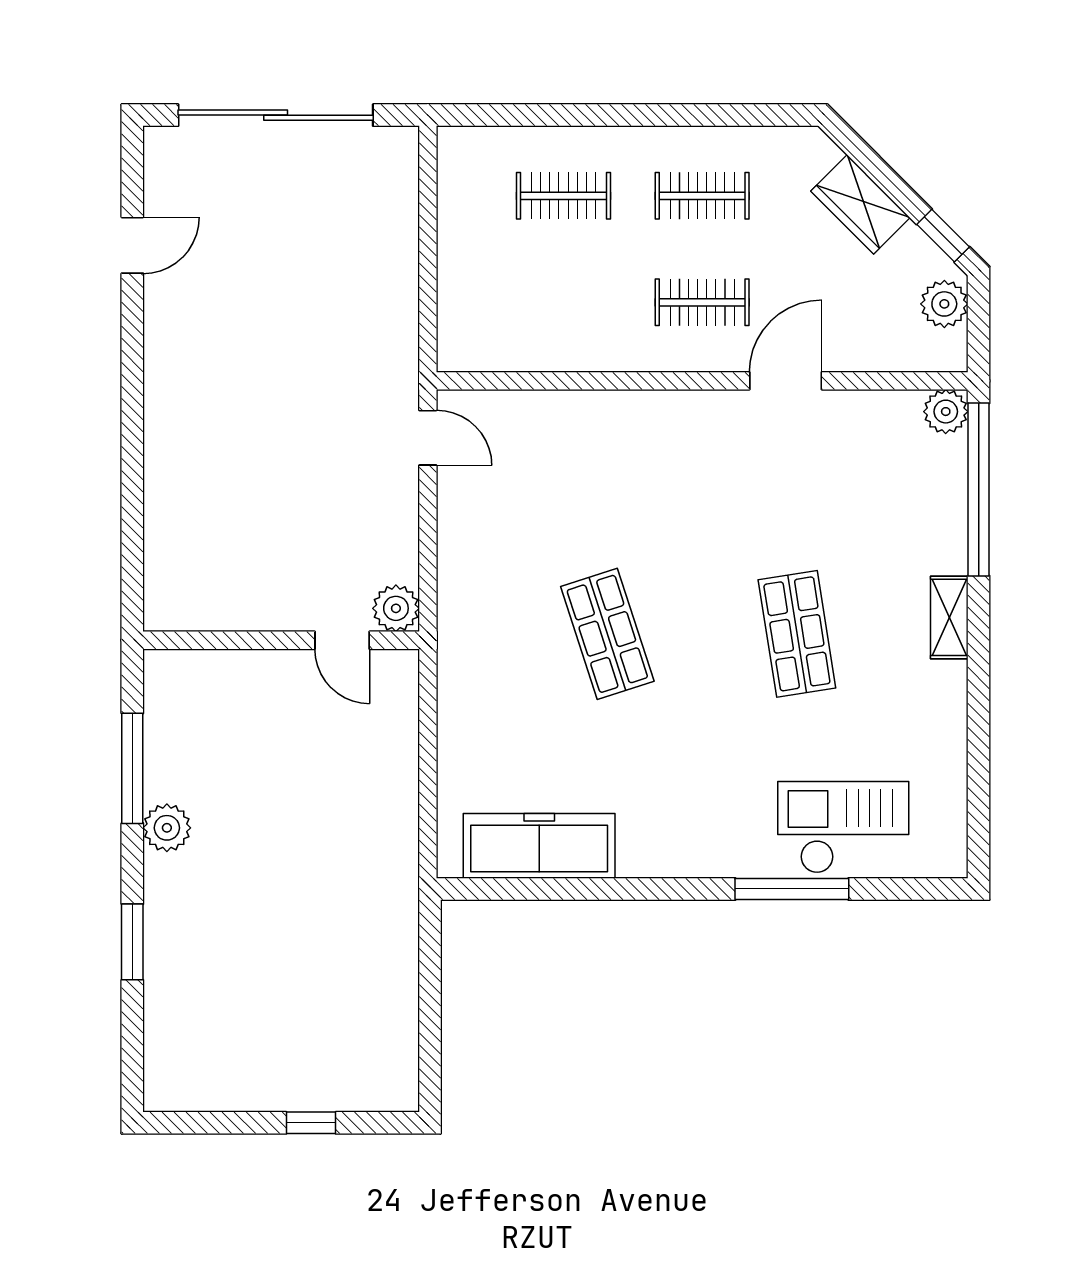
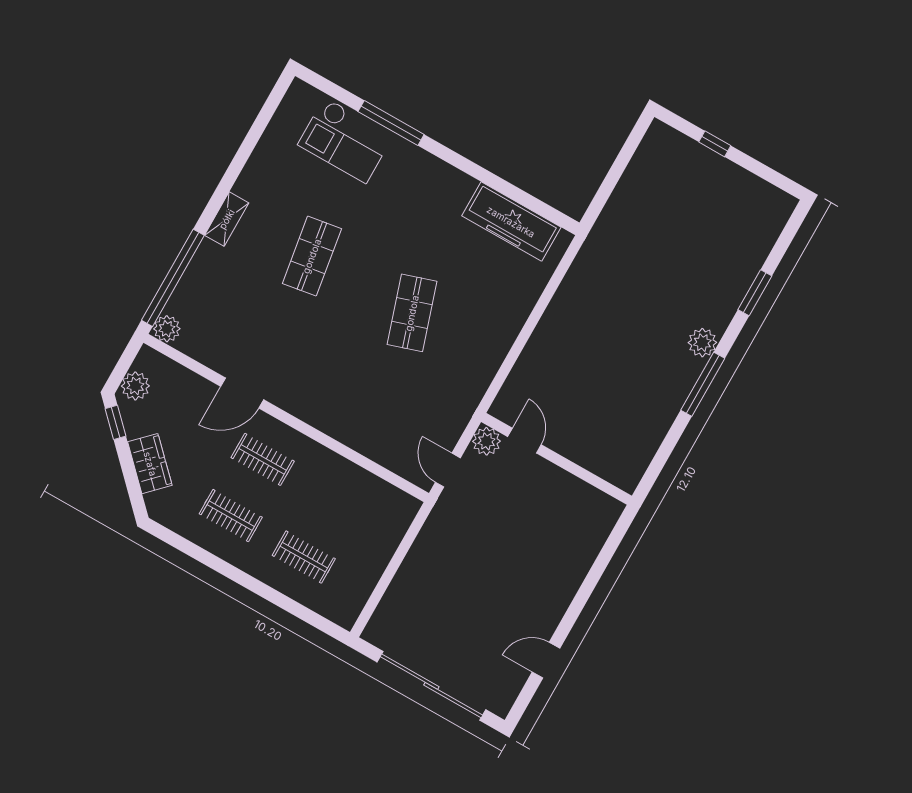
plant: (396, 608) -> (486, 441), moved
wall: (281, 640) -> (557, 459), moved
door: (342, 640) -> (524, 441), moved

